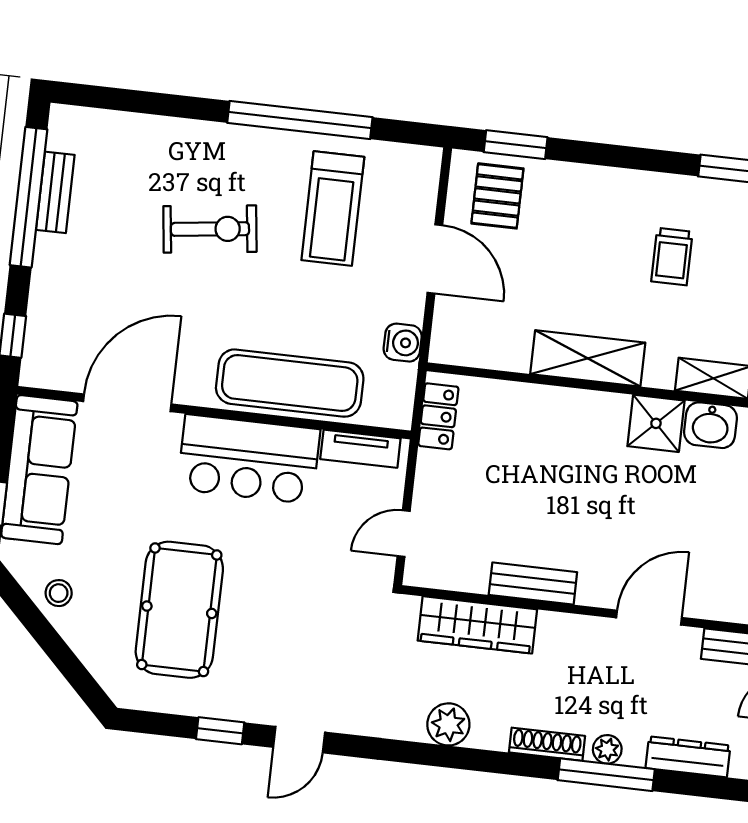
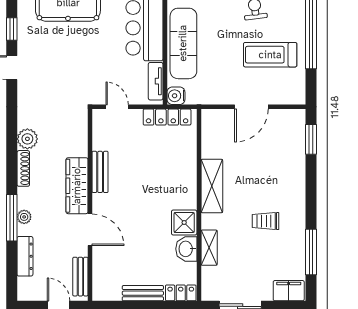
pallet: (497, 196) -> (285, 133), removed
water cooler: (403, 343) -> (176, 96), moved, turned 90
locker: (438, 416) -> (167, 117), width x1.53
wardrobe: (477, 625) -> (77, 186), moved
shoe rack: (547, 744) -> (23, 168), moved

